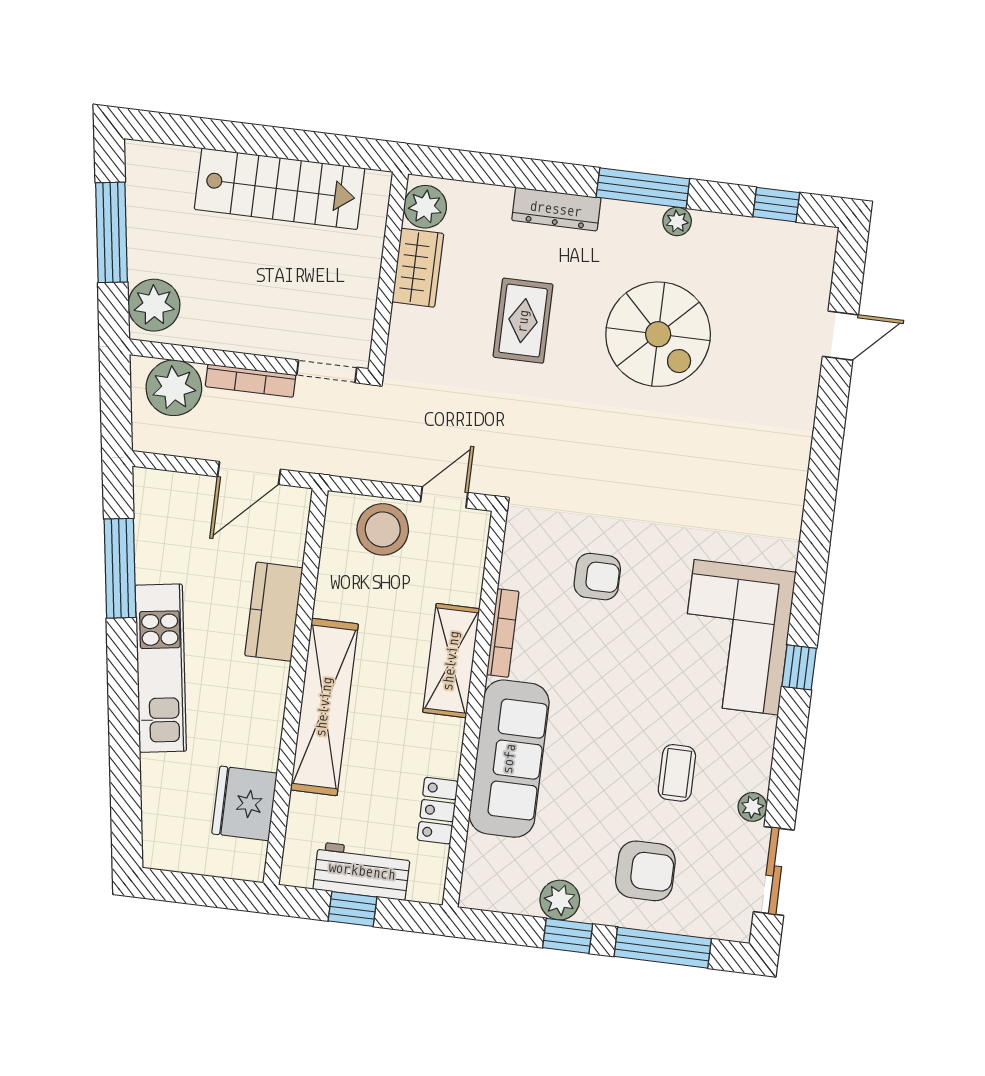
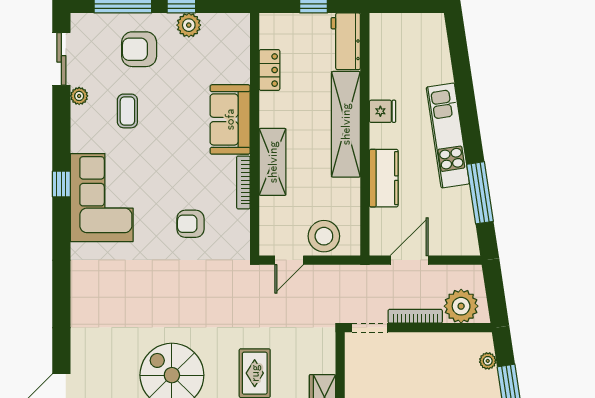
plant: (154, 305) -> (488, 361), width x0.53, depth x0.53
sofa: (509, 759) -> (230, 119), width x0.73
fridge: (244, 803) -> (383, 111), moved, width x0.53, depth x0.75
workbench: (362, 871) -> (346, 41), moved, turned 90

